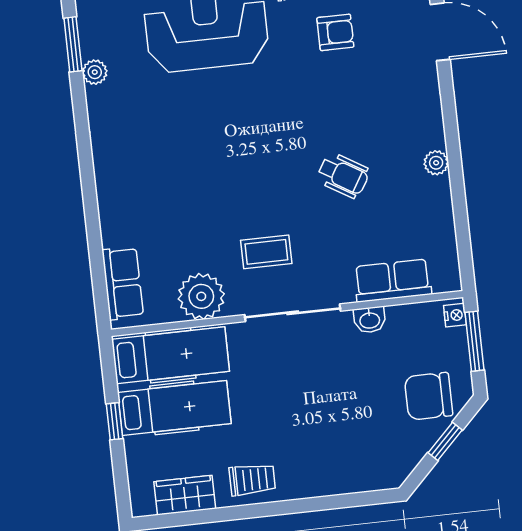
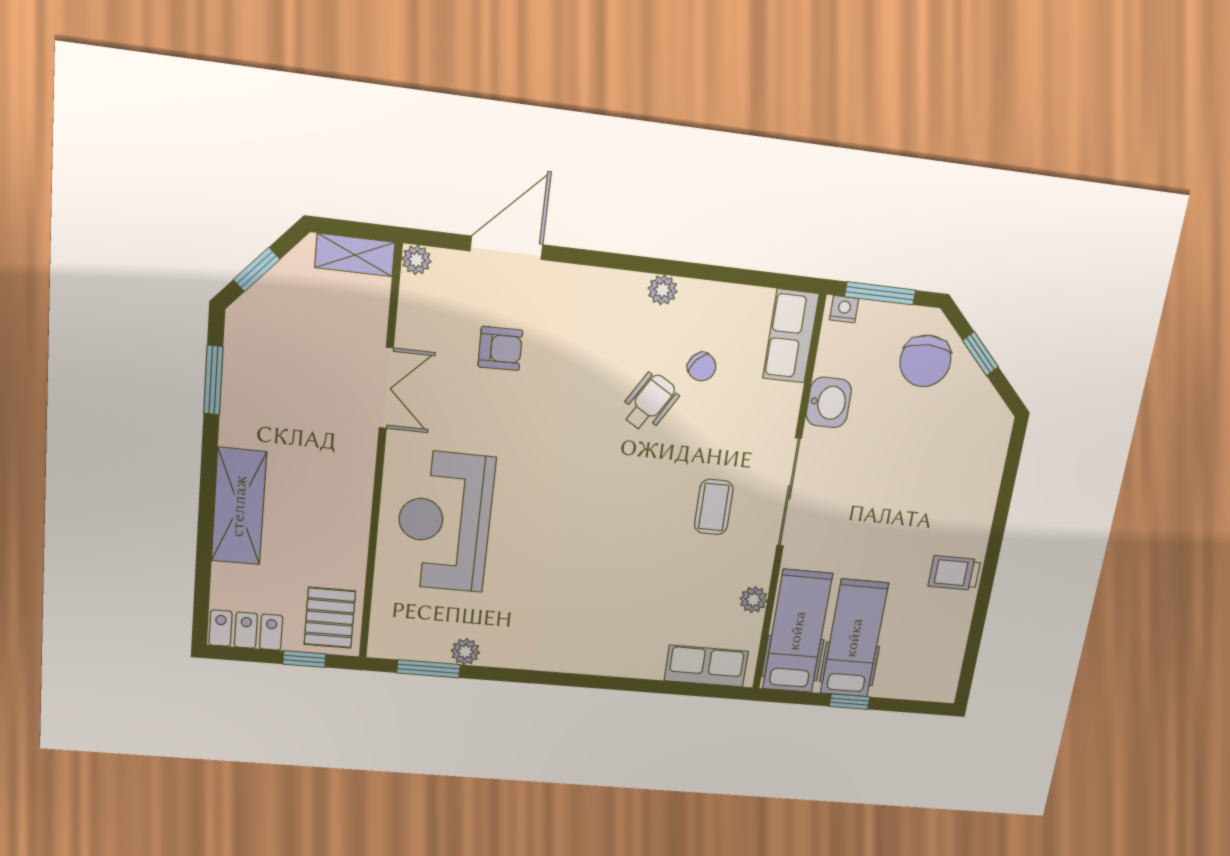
armchair: (335, 32) -> (500, 348), moved, turned 89
chair: (382, 211) -> (702, 367), added
row of seats: (393, 281) -> (791, 336), moved
plant: (201, 296) -> (754, 600), width x0.53, depth x0.53
washbasin: (370, 320) -> (829, 402), width x1.38, depth x1.45
trolley: (252, 480) -> (954, 573), turned -90
wardrobe: (185, 495) -> (948, 646), removed

